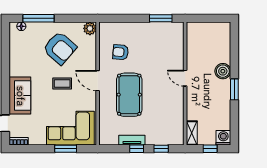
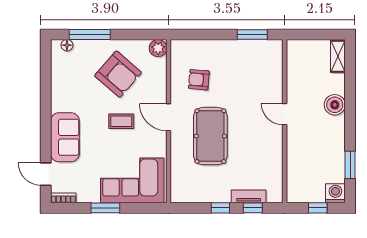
window: (234, 89) -> (350, 165), moved
shelving: (192, 133) -> (338, 56), moved
tv unit: (132, 140) -> (249, 196), moved
window: (66, 149) -> (105, 208), moved

